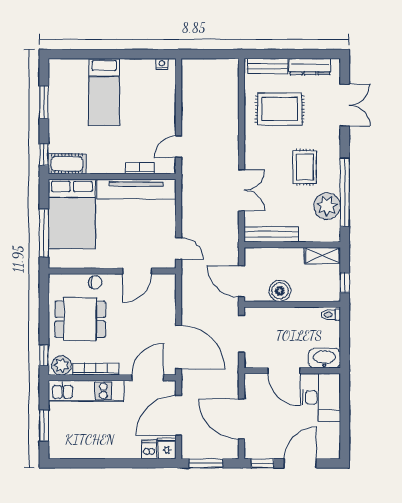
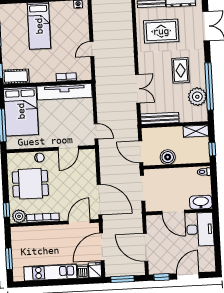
door: (179, 147) -> (92, 49), moved
kitchen unit: (86, 391) -> (50, 272), moved, turned 180

